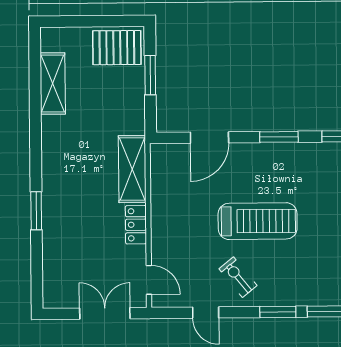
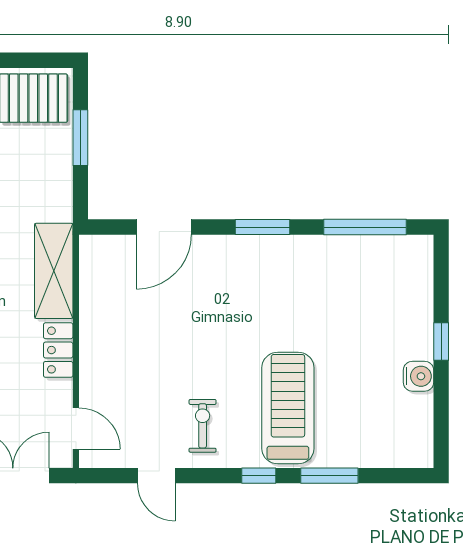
treadmill: (258, 221) -> (288, 408), moved, turned -90
exercise bike: (238, 277) -> (203, 426), turned 39
window: (278, 312) -> (259, 476), width x0.67

